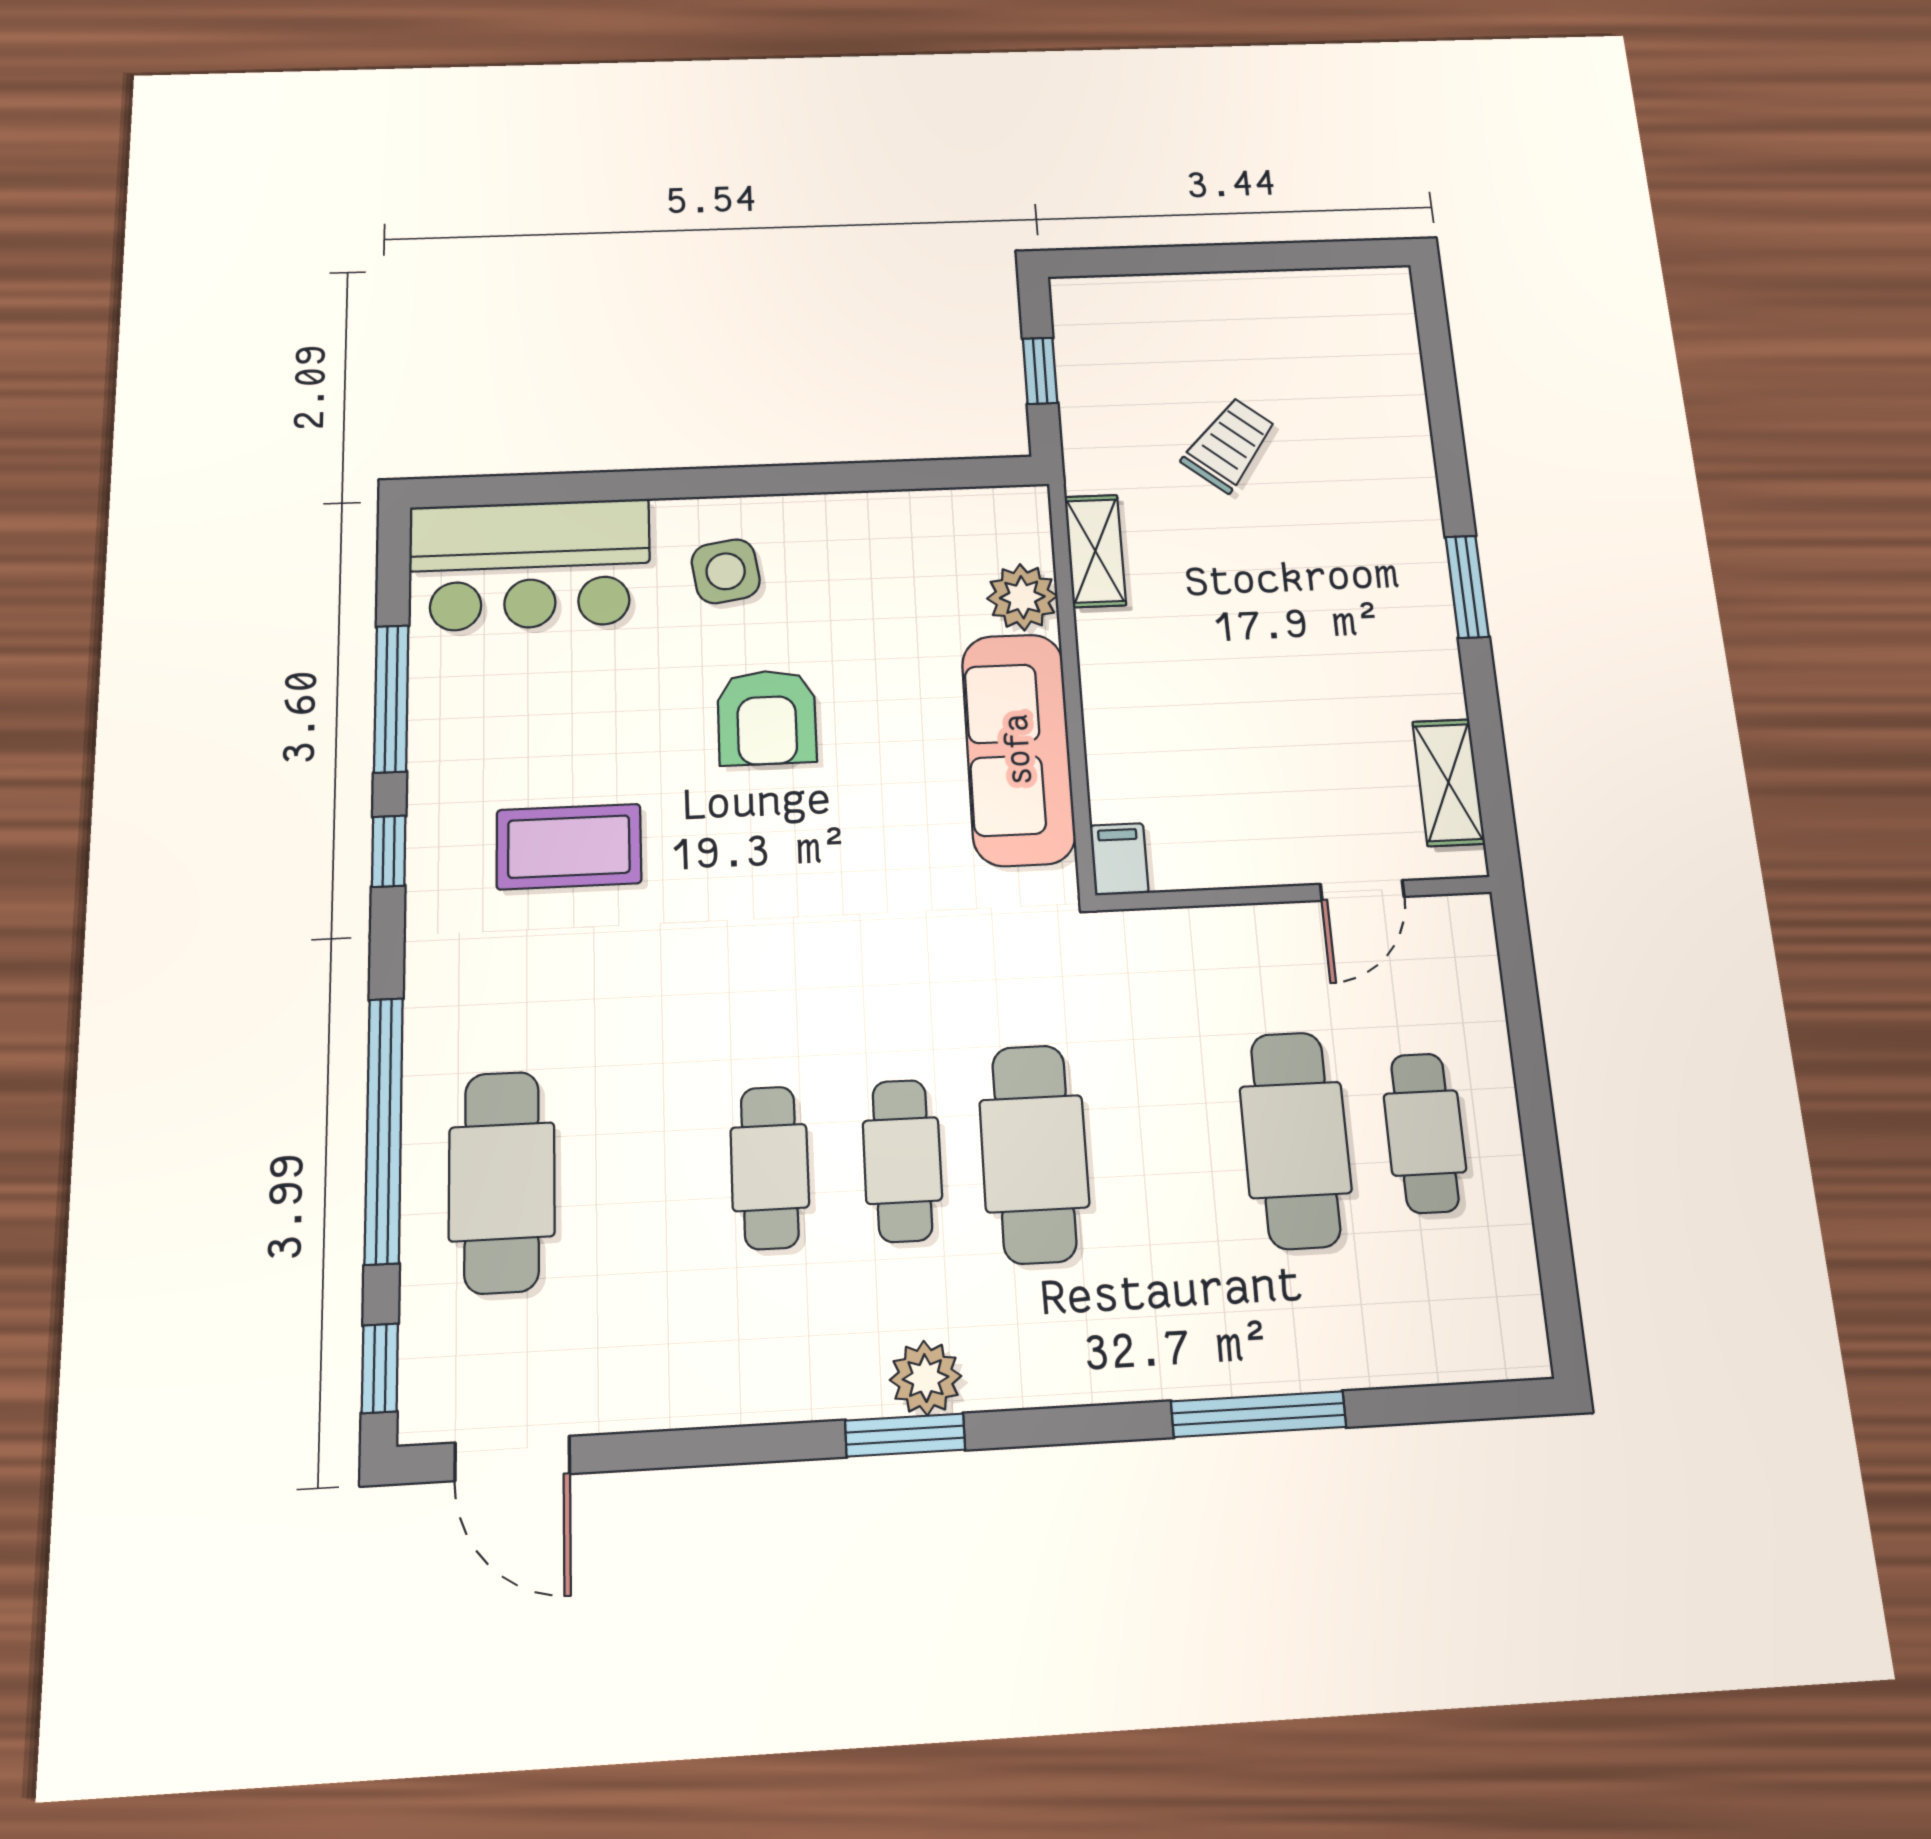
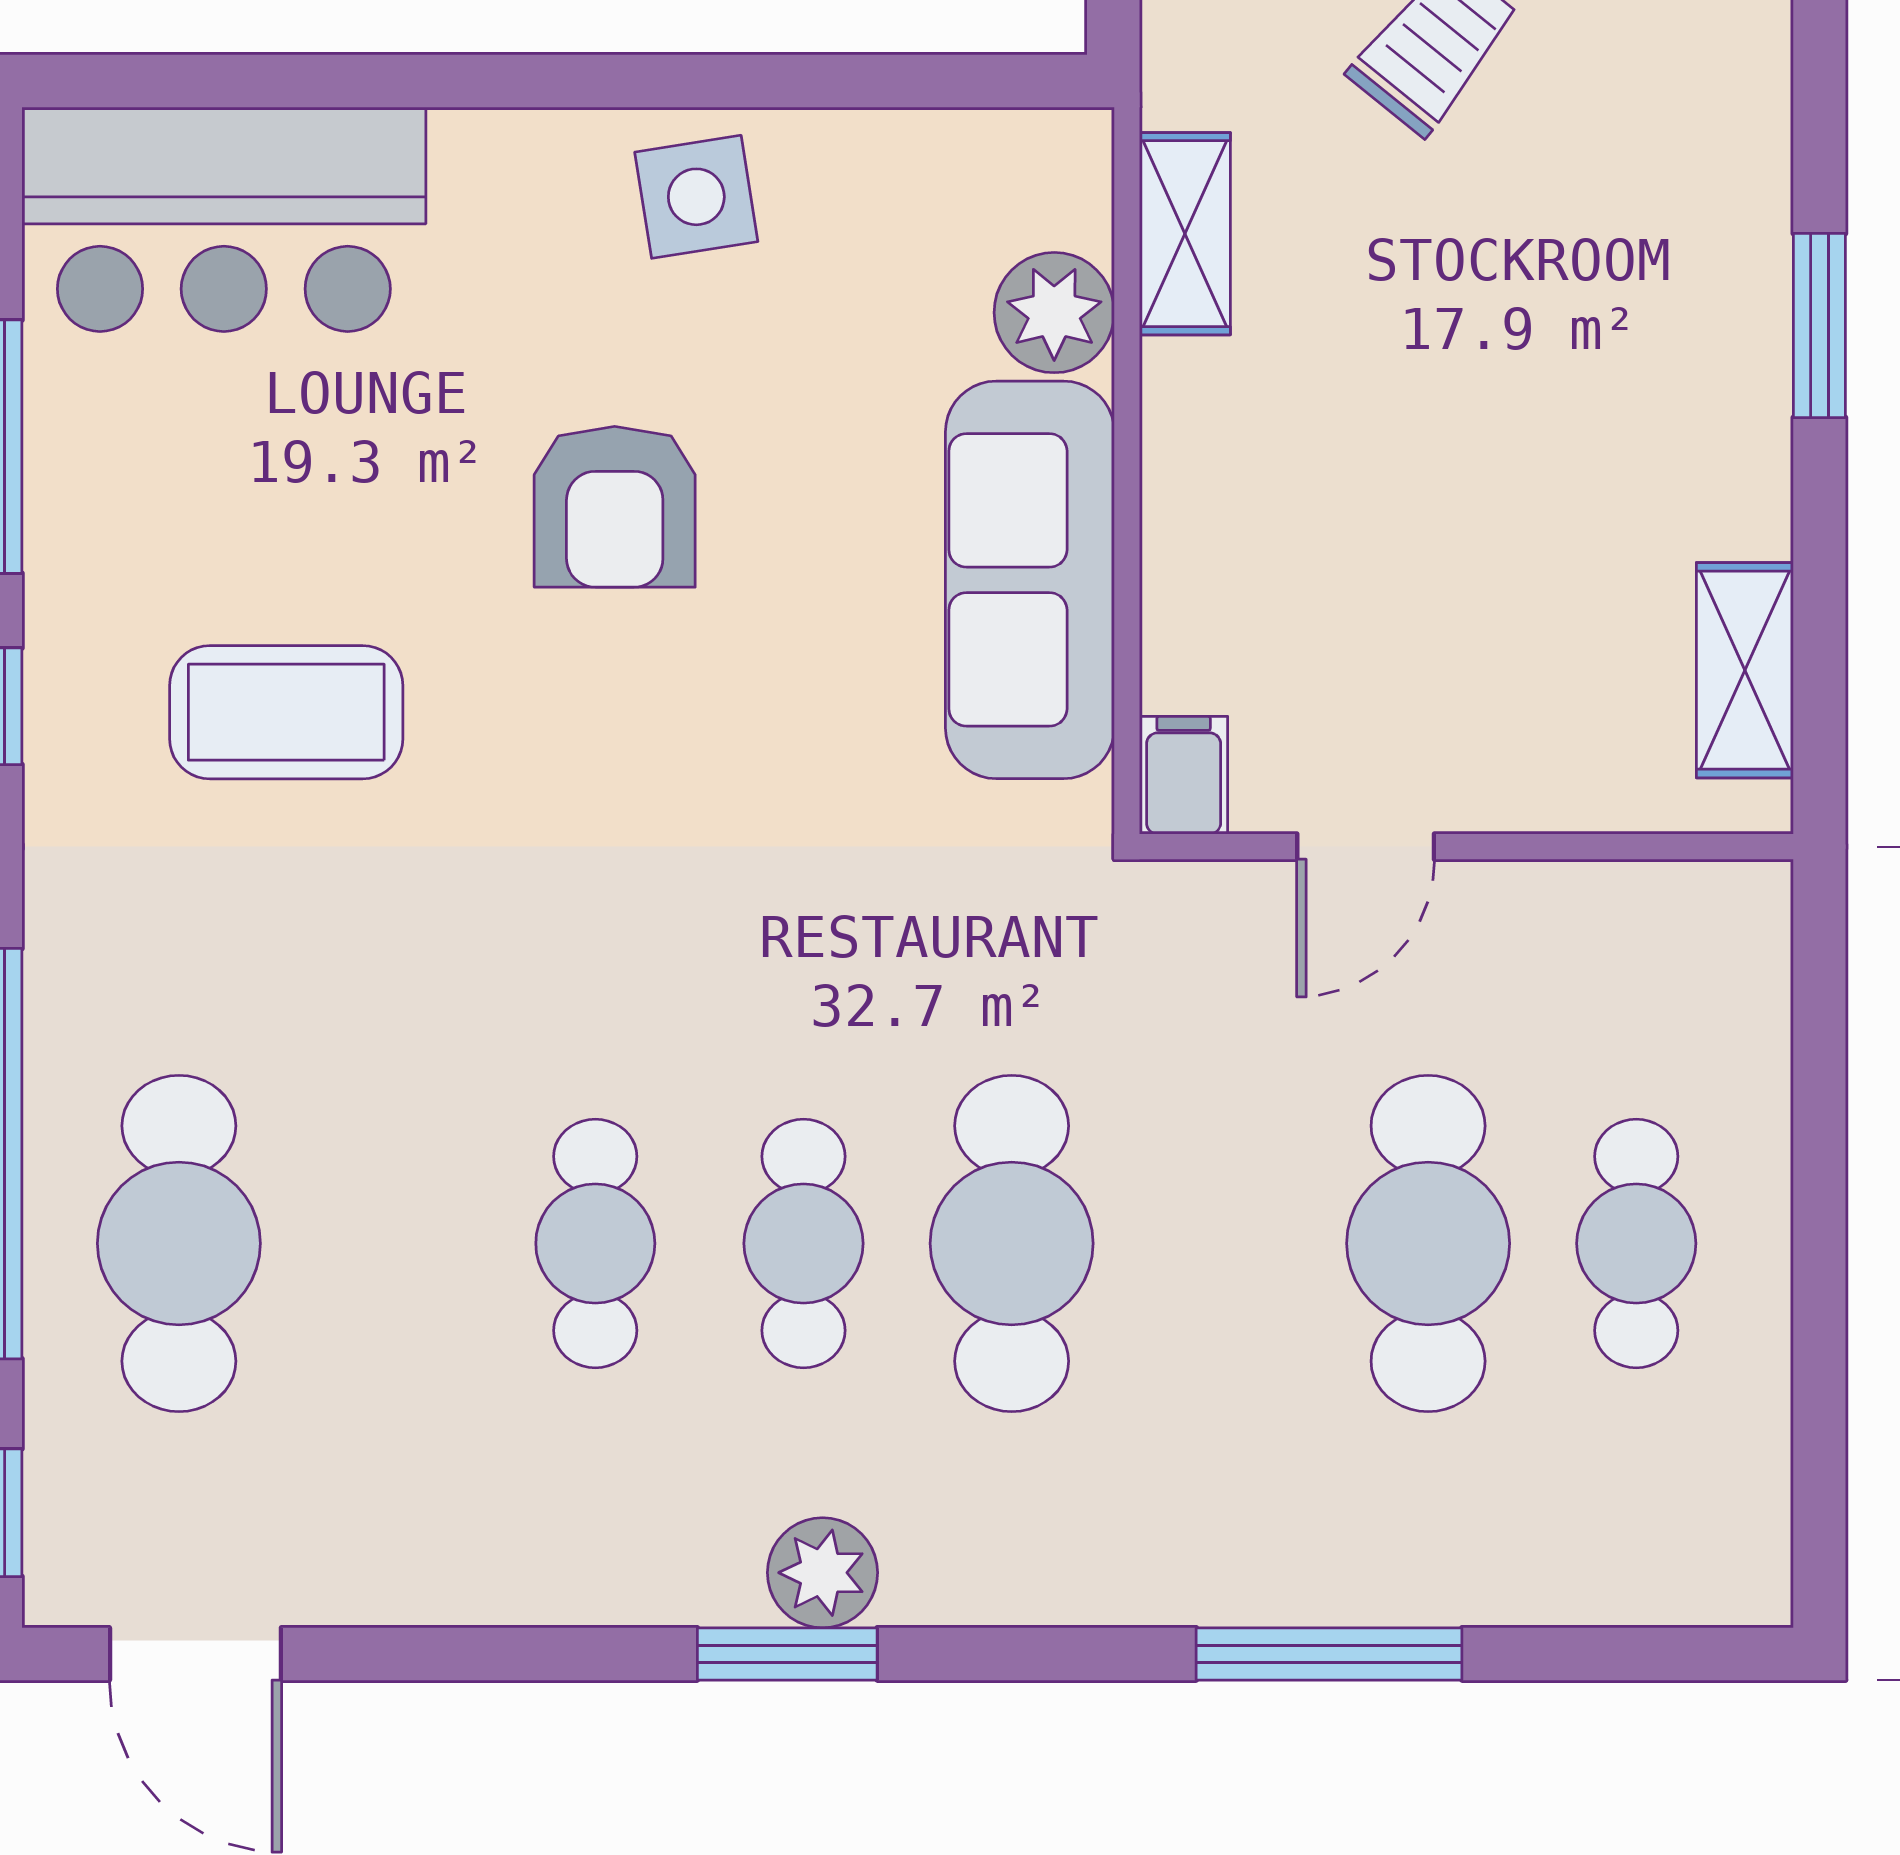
side table: (726, 571) -> (696, 197), moved
door: (1362, 890) -> (1366, 847), moved

